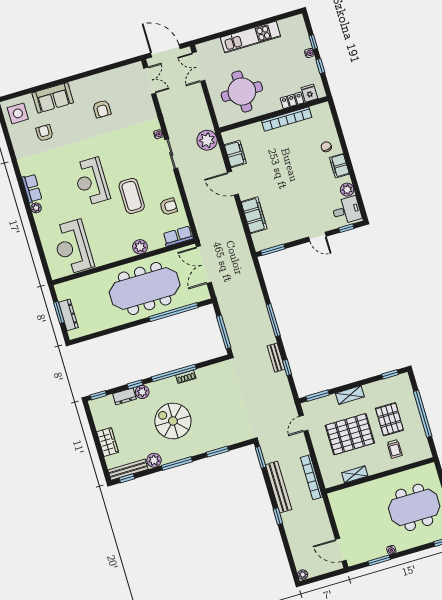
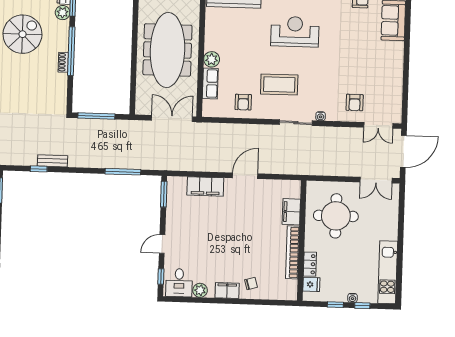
kitchen unit: (250, 37) -> (388, 272), moved
double door: (199, 67) -> (376, 180), swing flipped
armchair: (102, 109) -> (355, 103), moved, turned -90
plant: (207, 140) -> (298, 164), removed
filing cabinet: (235, 154) -> (291, 212), moved, turned 90
coffee table: (132, 196) -> (279, 85), moved
row of seats: (178, 236) -> (210, 84), moved
window: (174, 312) -> (134, 72), removed
window: (273, 320) -> (123, 172), moved

